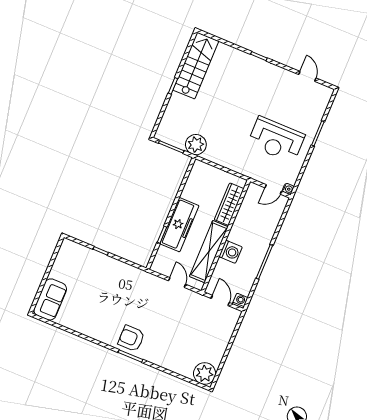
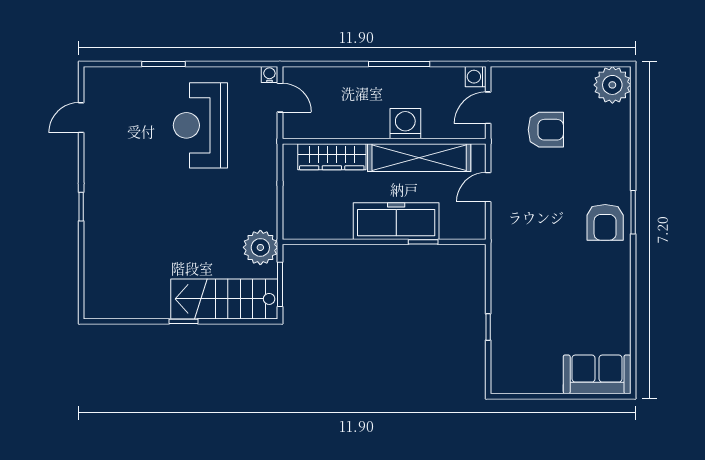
stairs: (196, 66) -> (224, 299), moved
reception desk: (276, 140) -> (200, 125), turned 180
armchair: (195, 327) -> (546, 130), added

